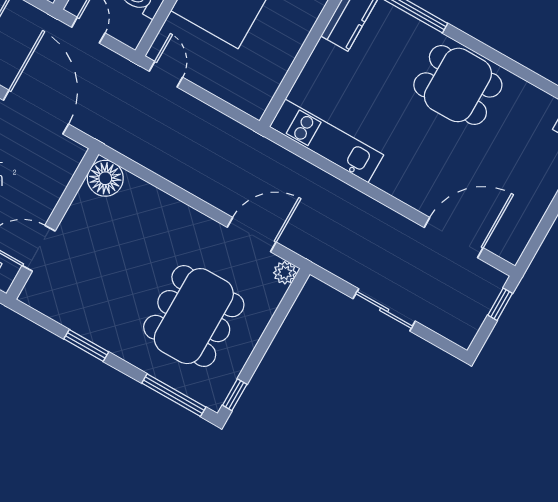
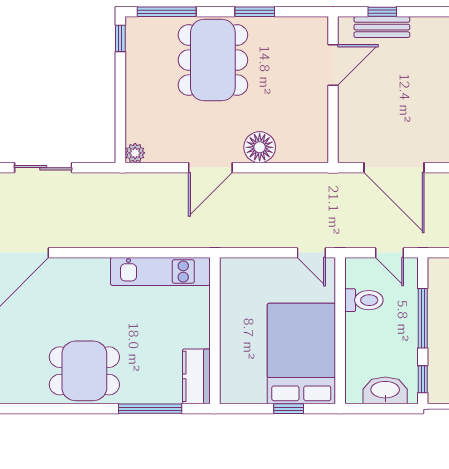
floor lamp: (105, 178) -> (260, 147), moved
door: (252, 235) -> (210, 168), moved
dining table: (194, 316) -> (213, 60), moved

